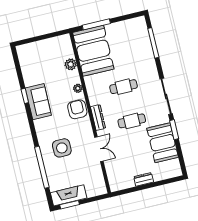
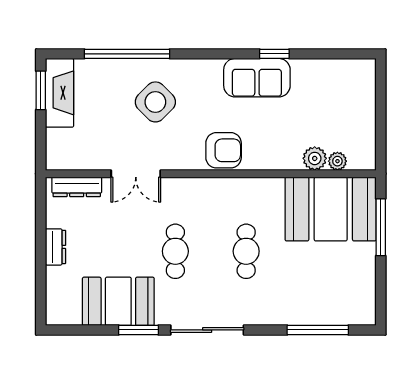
plant: (78, 88) -> (337, 161), moved
dresser: (98, 117) -> (77, 187), moved
side table: (62, 148) -> (155, 102), turned 45

